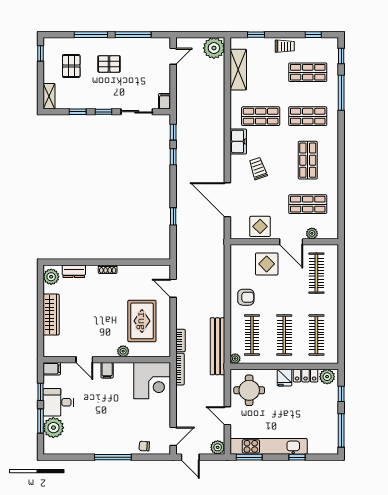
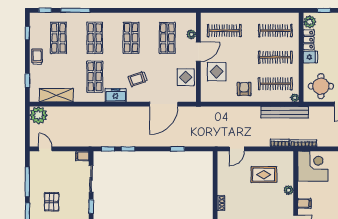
shop shelf: (308, 160) -> (131, 38), turned 90
rug: (142, 321) -> (264, 175), width x0.73, depth x0.70

